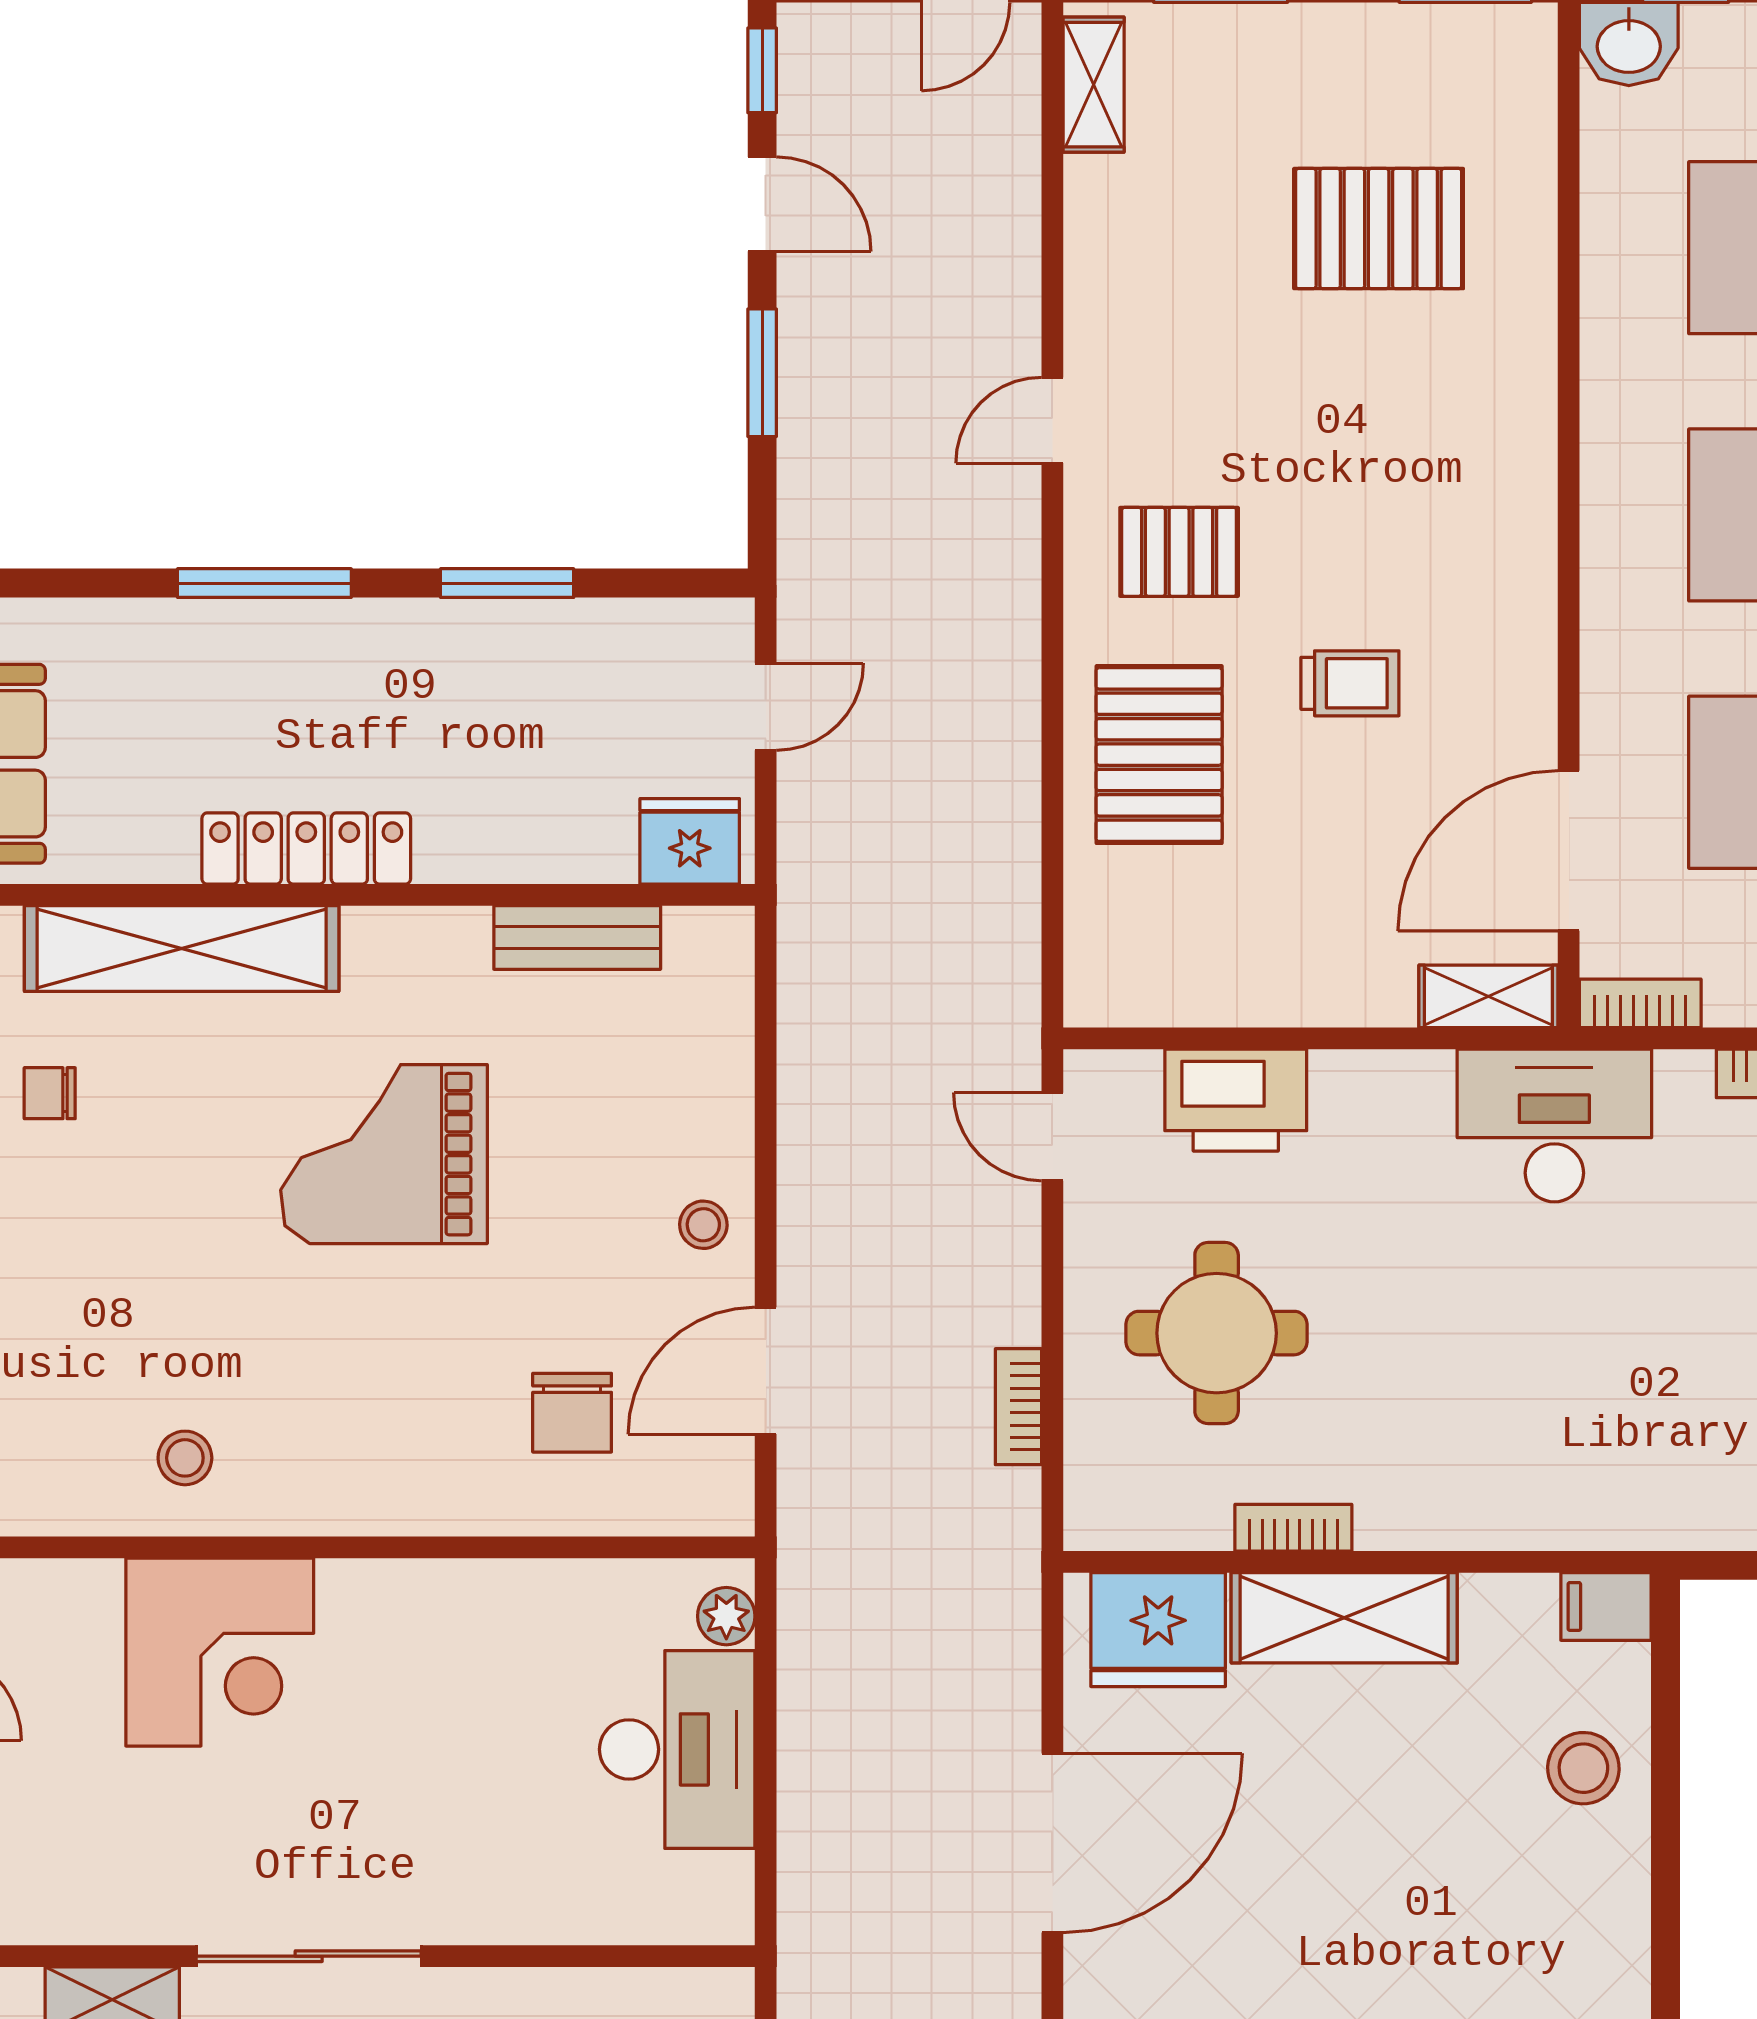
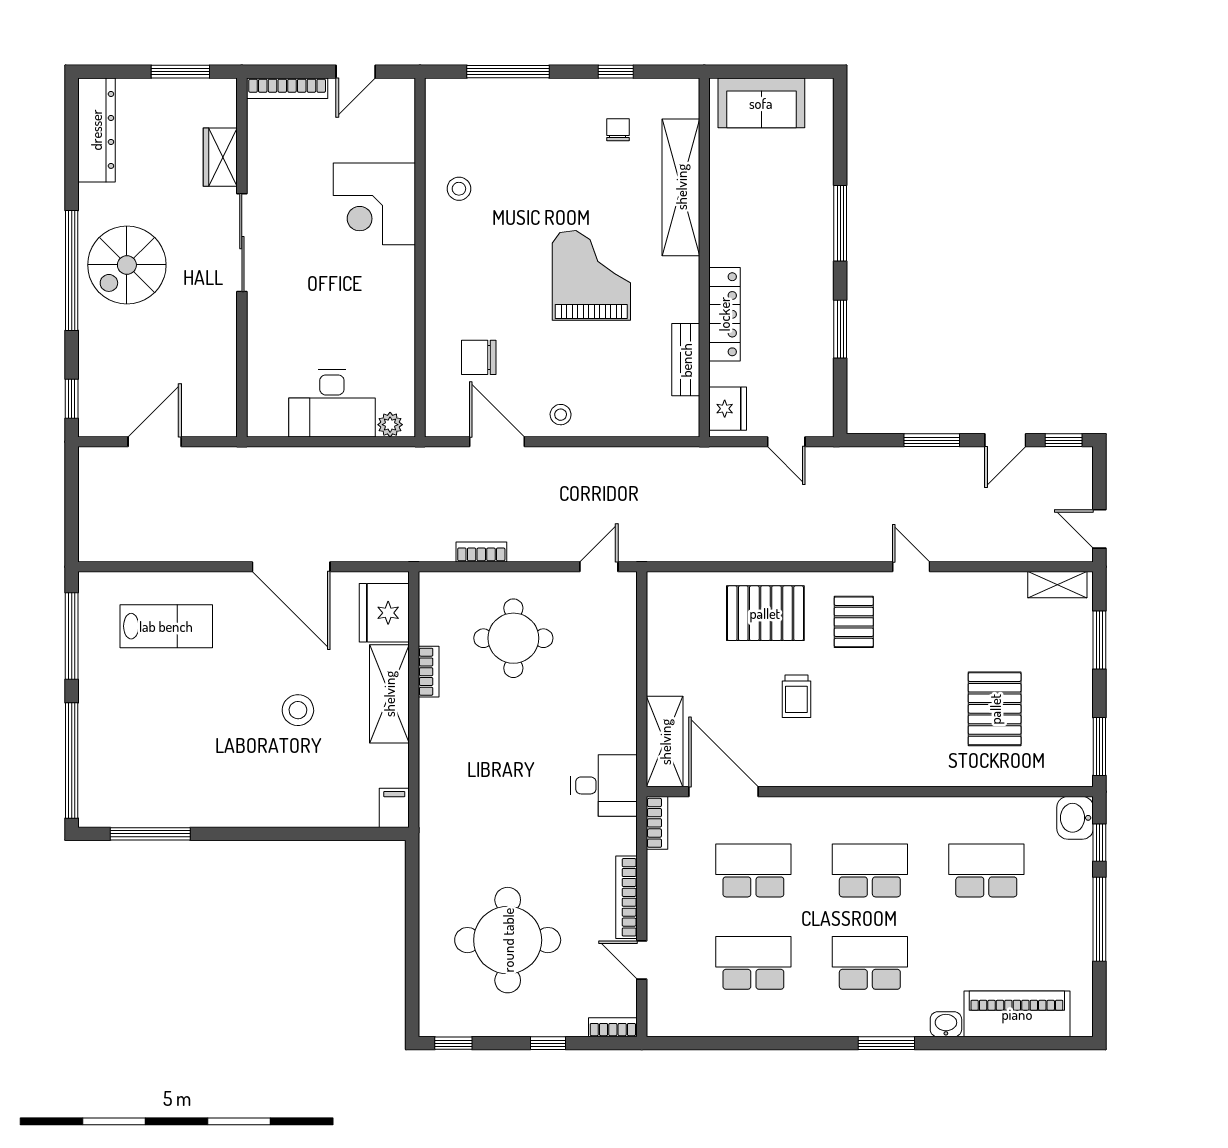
locker: (306, 849) -> (724, 314), moved
shelving: (1488, 996) -> (665, 742), width x1.50, depth x1.33
printer: (1236, 1100) -> (615, 647), removed
desk: (1554, 1125) -> (604, 785), width x0.73
stool: (1583, 1768) -> (298, 710), moved

